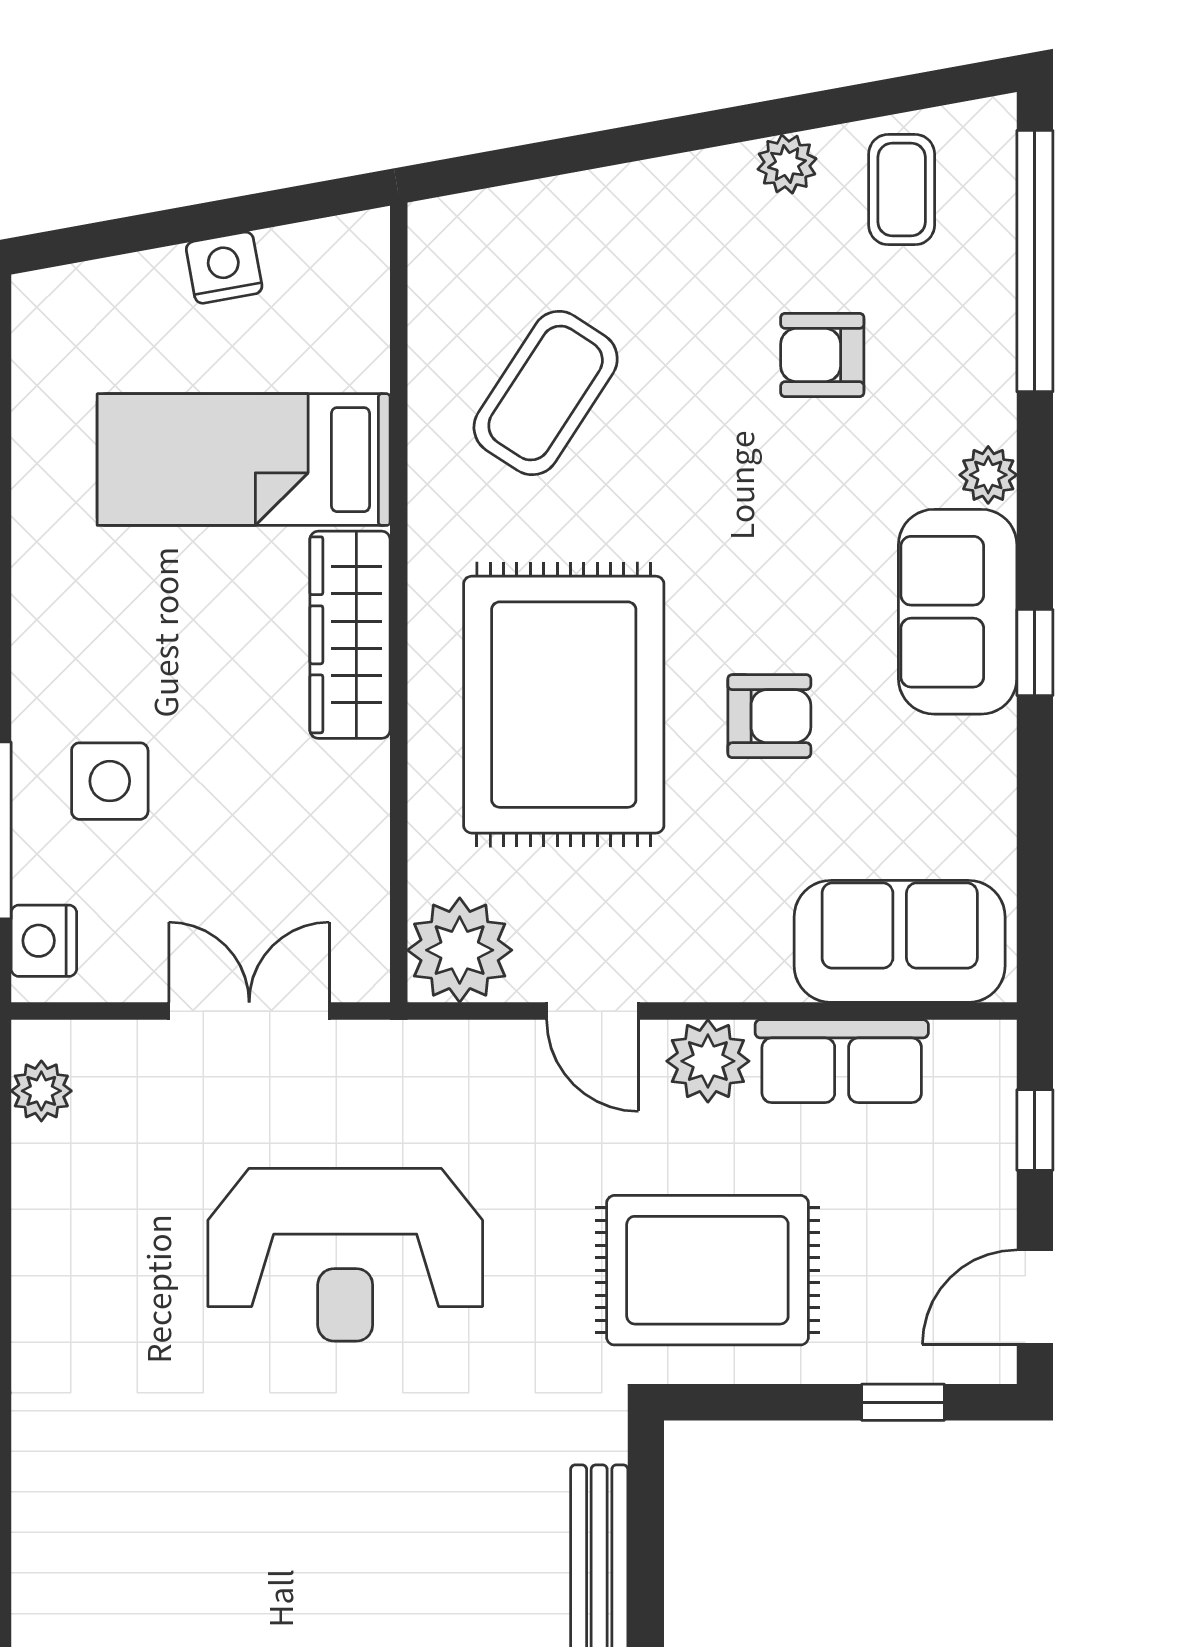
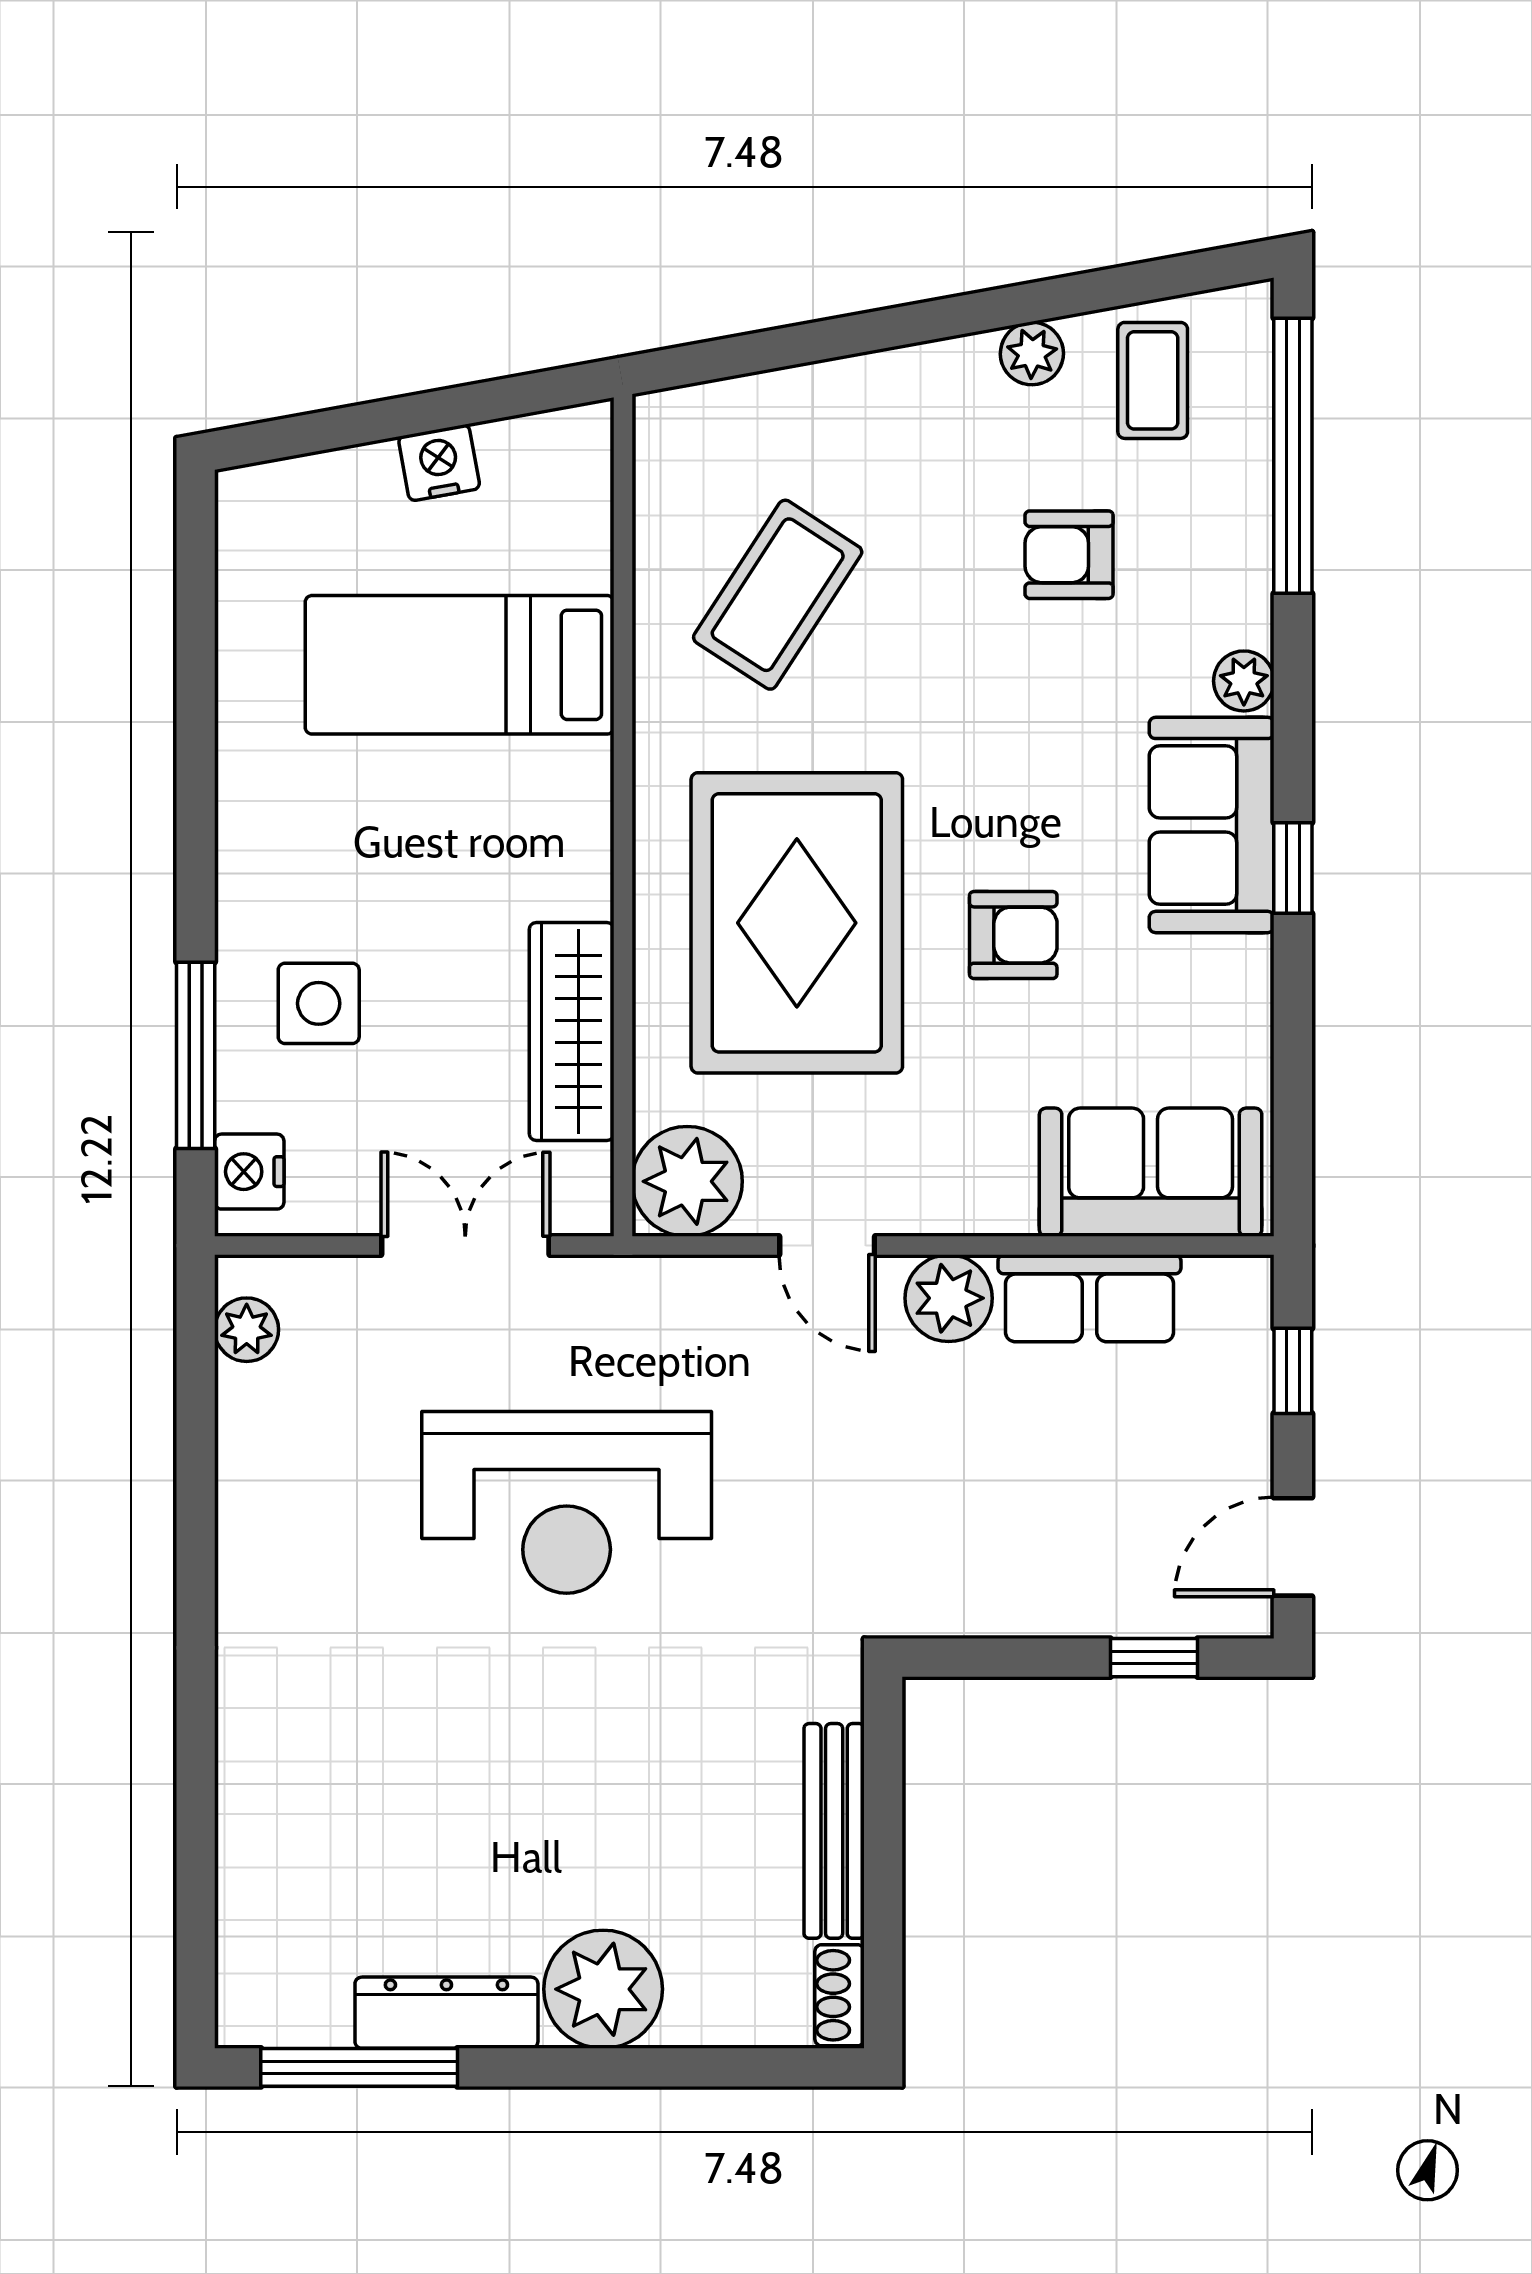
wardrobe: (350, 635) -> (572, 1032), moved
rug: (707, 1270) -> (948, 1519), removed

